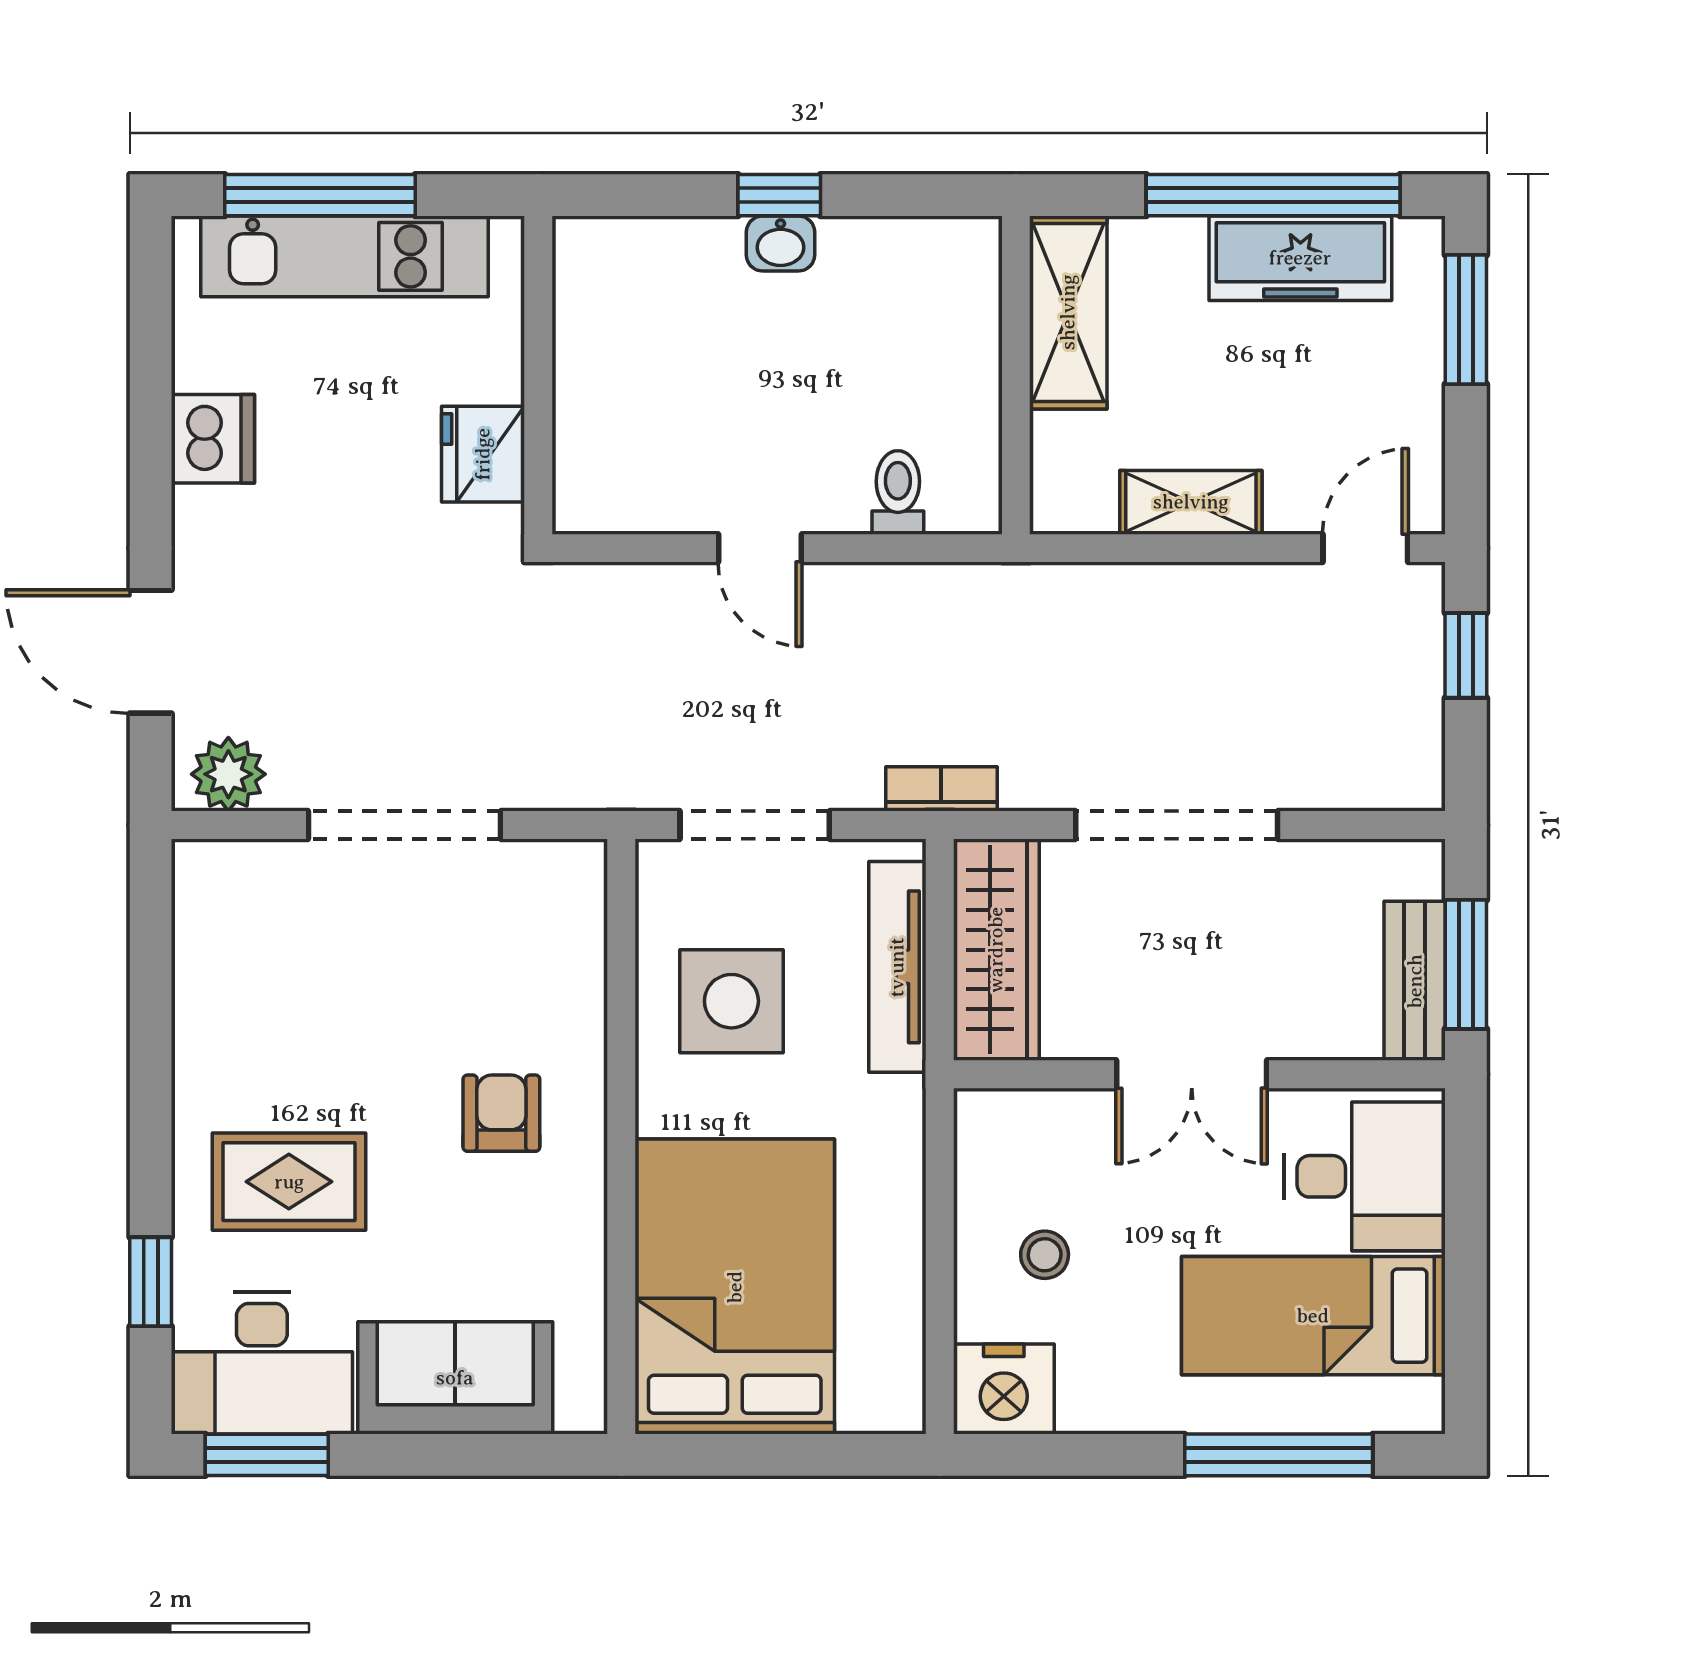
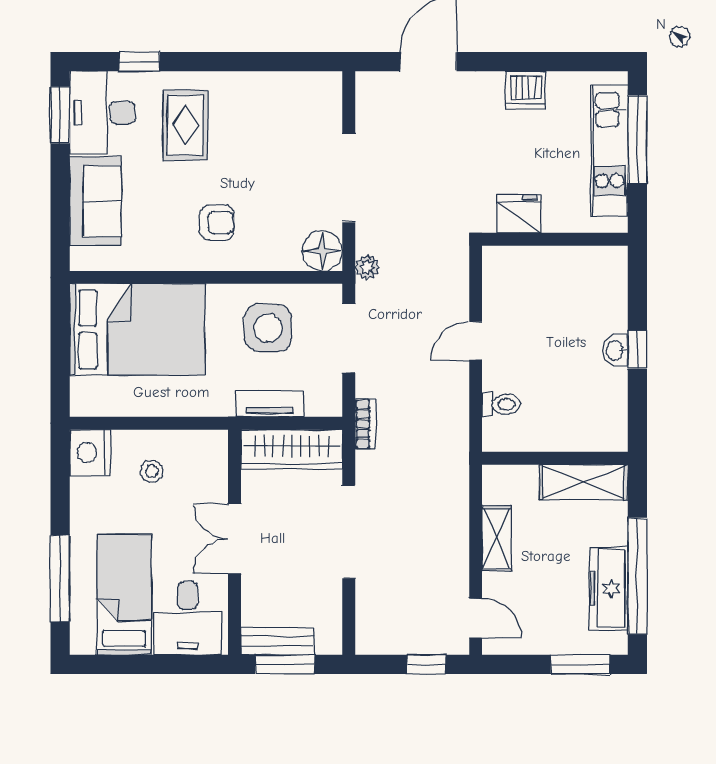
plant: (228, 774) -> (367, 267), moved, width x0.73, depth x0.73
floor lamp: (564, 883) -> (322, 251), added
tv unit: (897, 967) -> (270, 404), width x0.71

